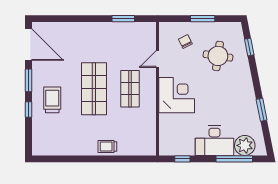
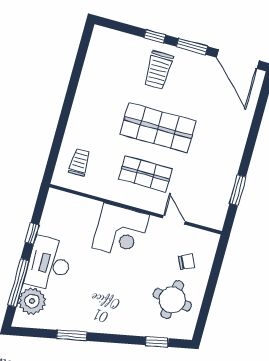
window: (203, 19) -> (210, 292), removed
door: (28, 45) -> (238, 59), hinge flipped
round table: (218, 56) -> (172, 300), moved
trolley: (52, 100) -> (158, 70), turned 90
trolley: (107, 146) -> (79, 162), moved
window: (182, 159) -> (32, 234), moved

